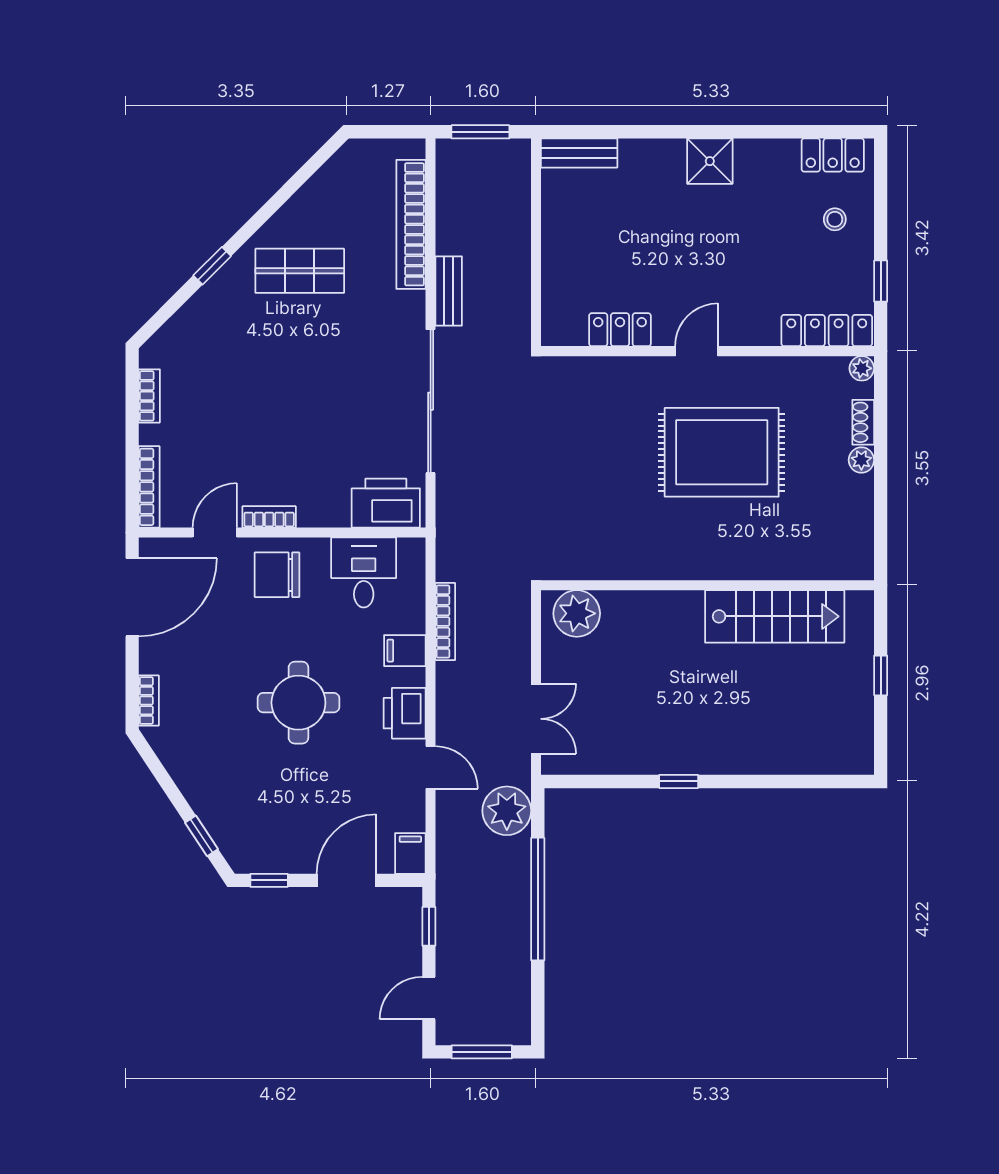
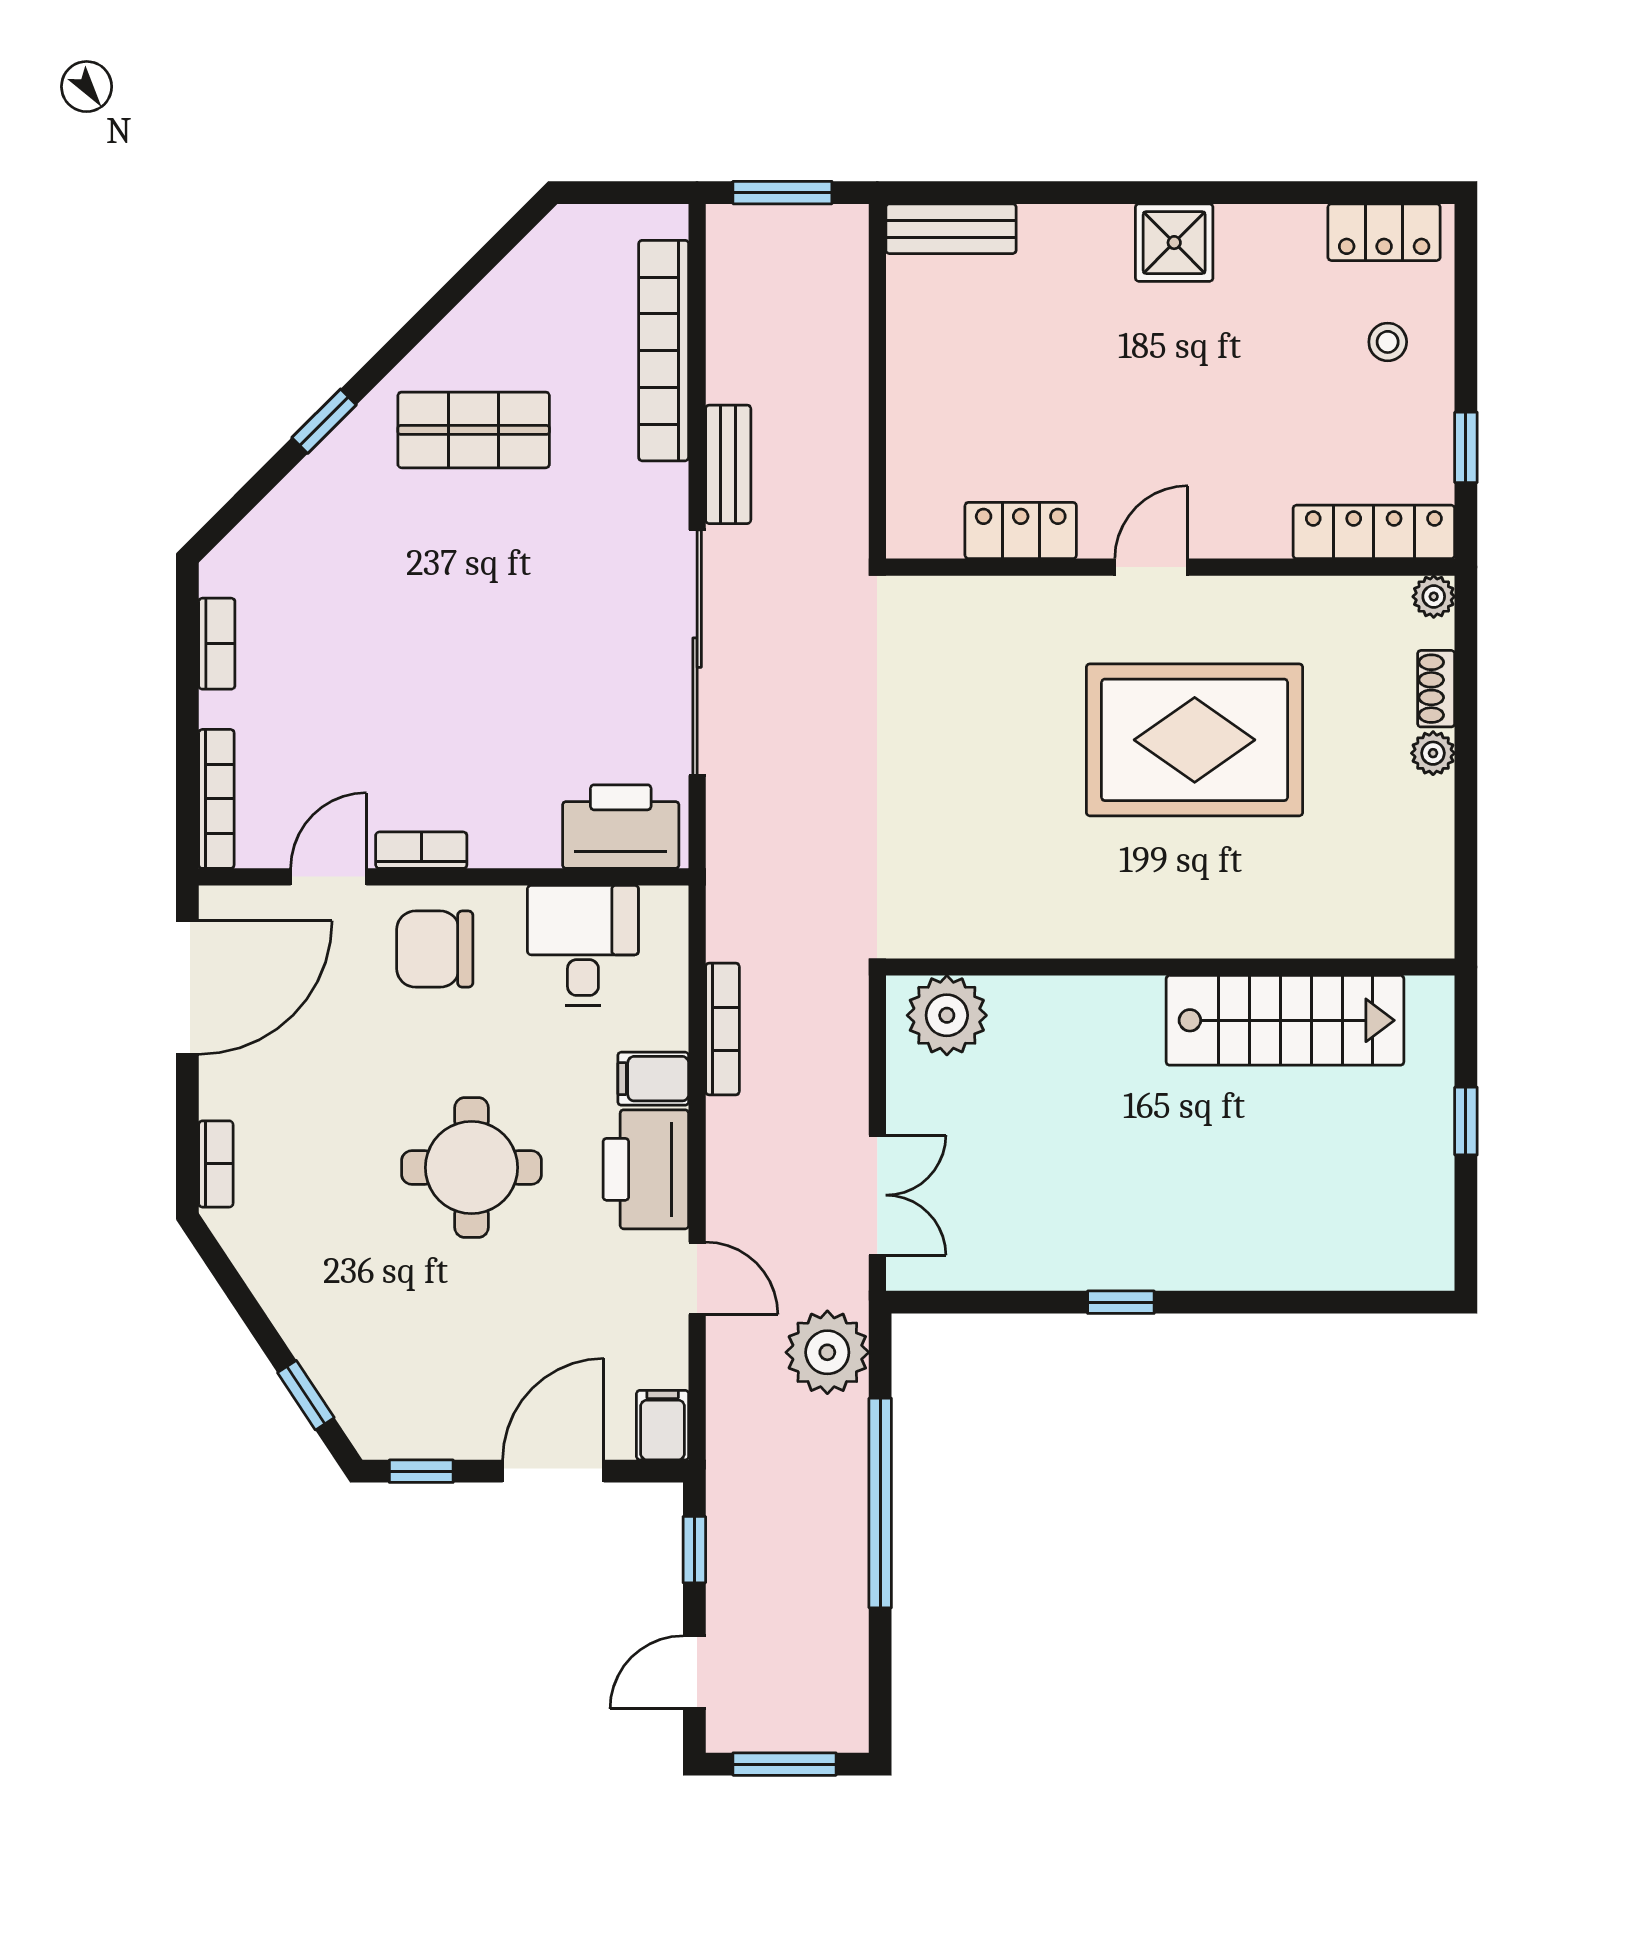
printer: (405, 713) -> (646, 1169), width x1.37, depth x1.19

